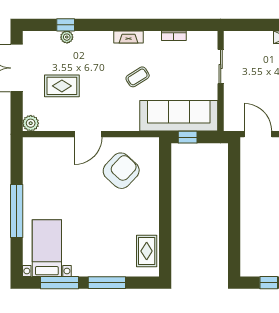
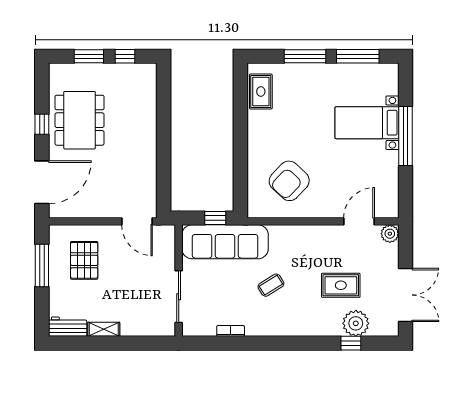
plant: (67, 37) -> (356, 323), width x1.87, depth x1.87
fireplace: (128, 37) -> (281, 330), removed
sliding door: (221, 67) -> (179, 297), width x1.37
rug: (62, 86) -> (341, 285), moved
door: (88, 134) -> (359, 221), moved
bed with nightstands: (47, 248) -> (367, 123), moved, turned 90

